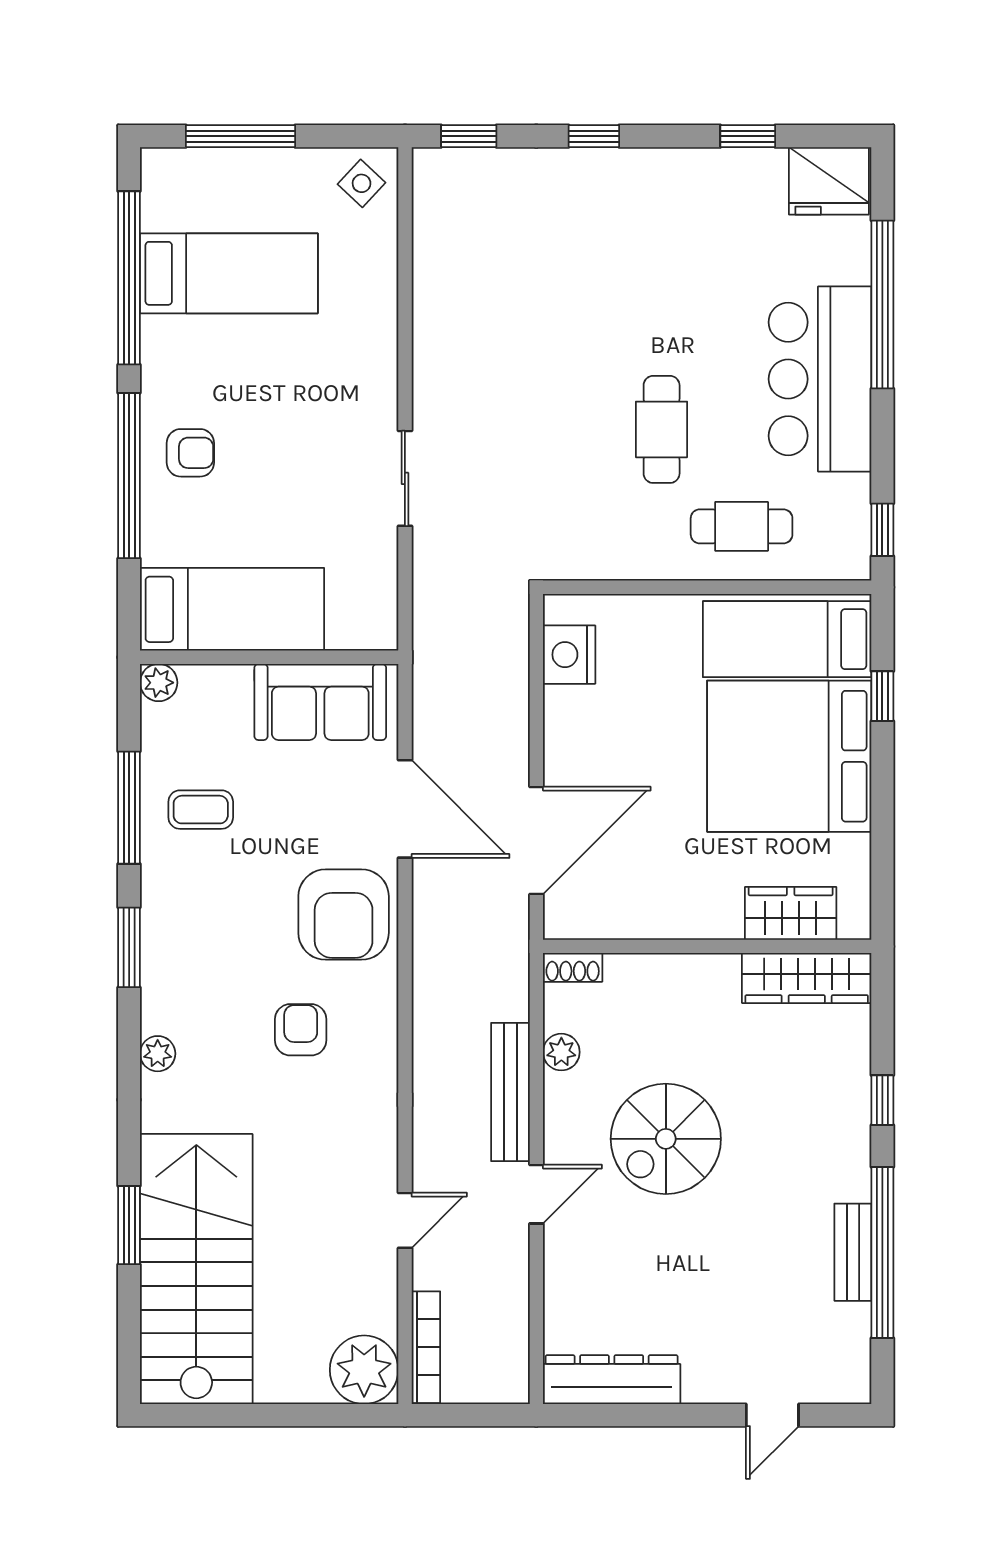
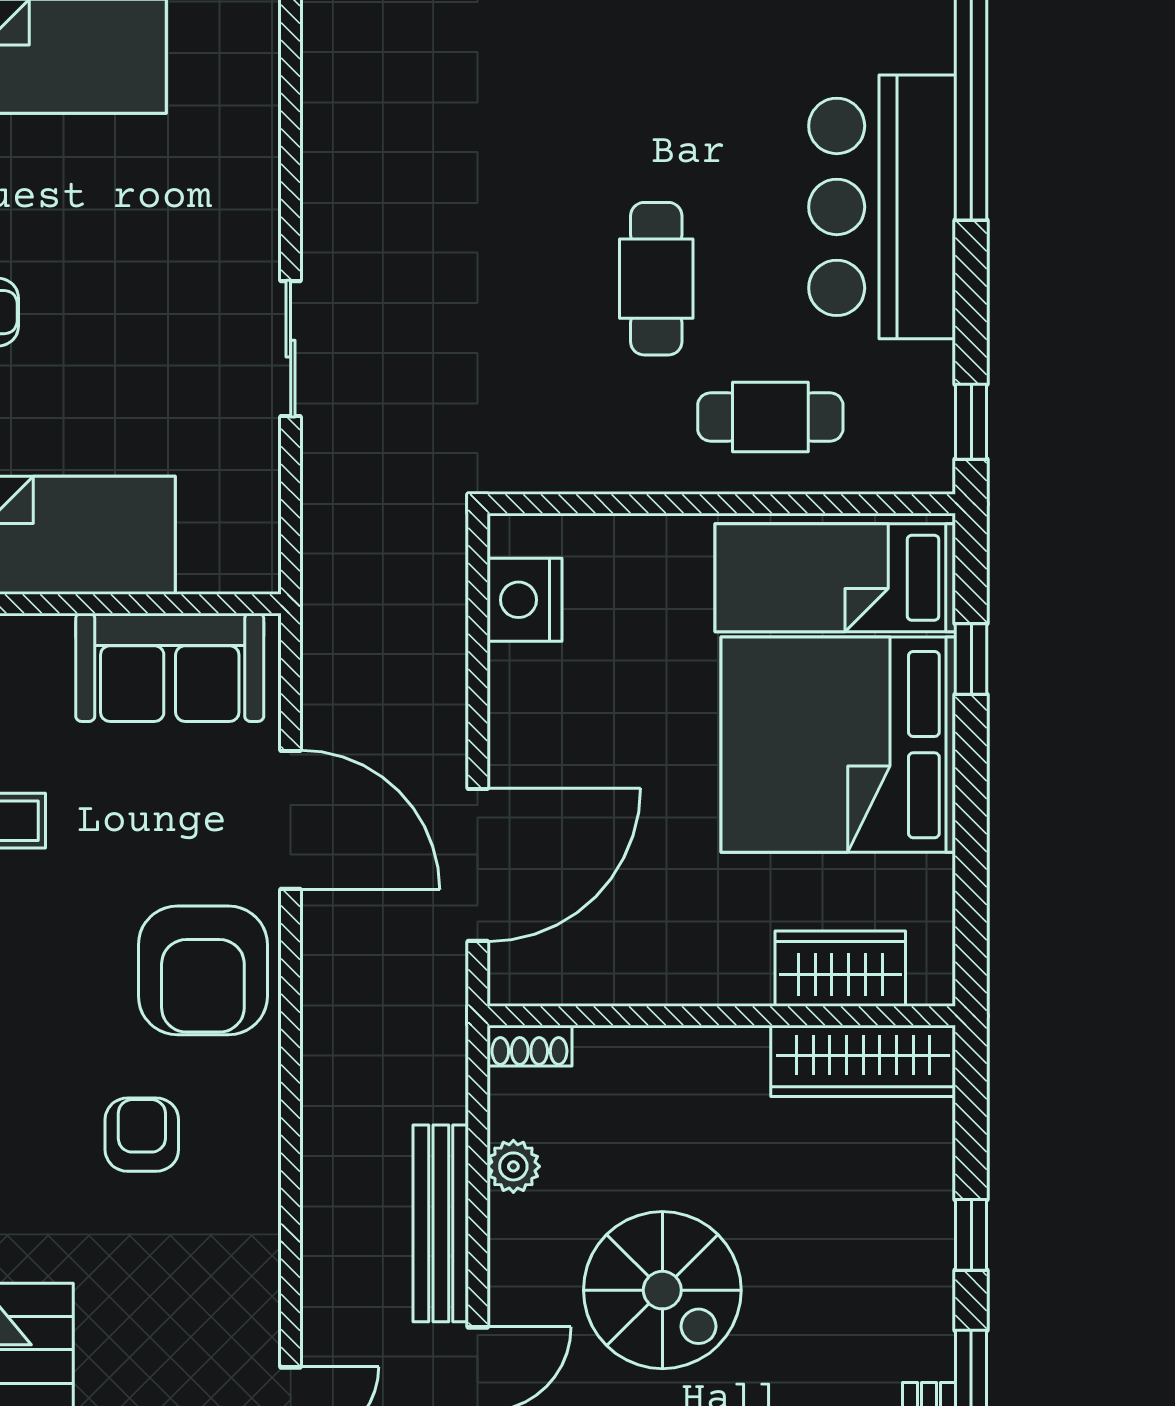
spiral stairs: (666, 1139) -> (662, 1290), turned -90

